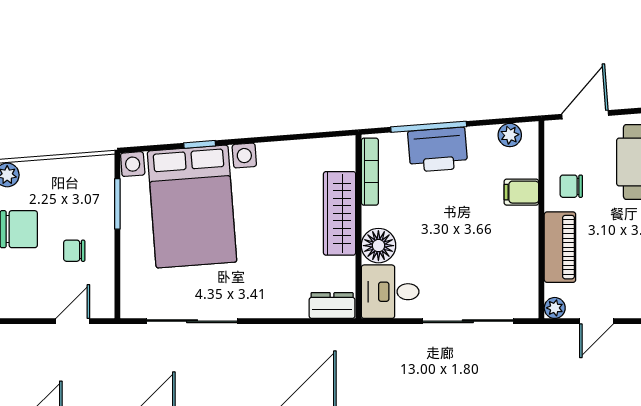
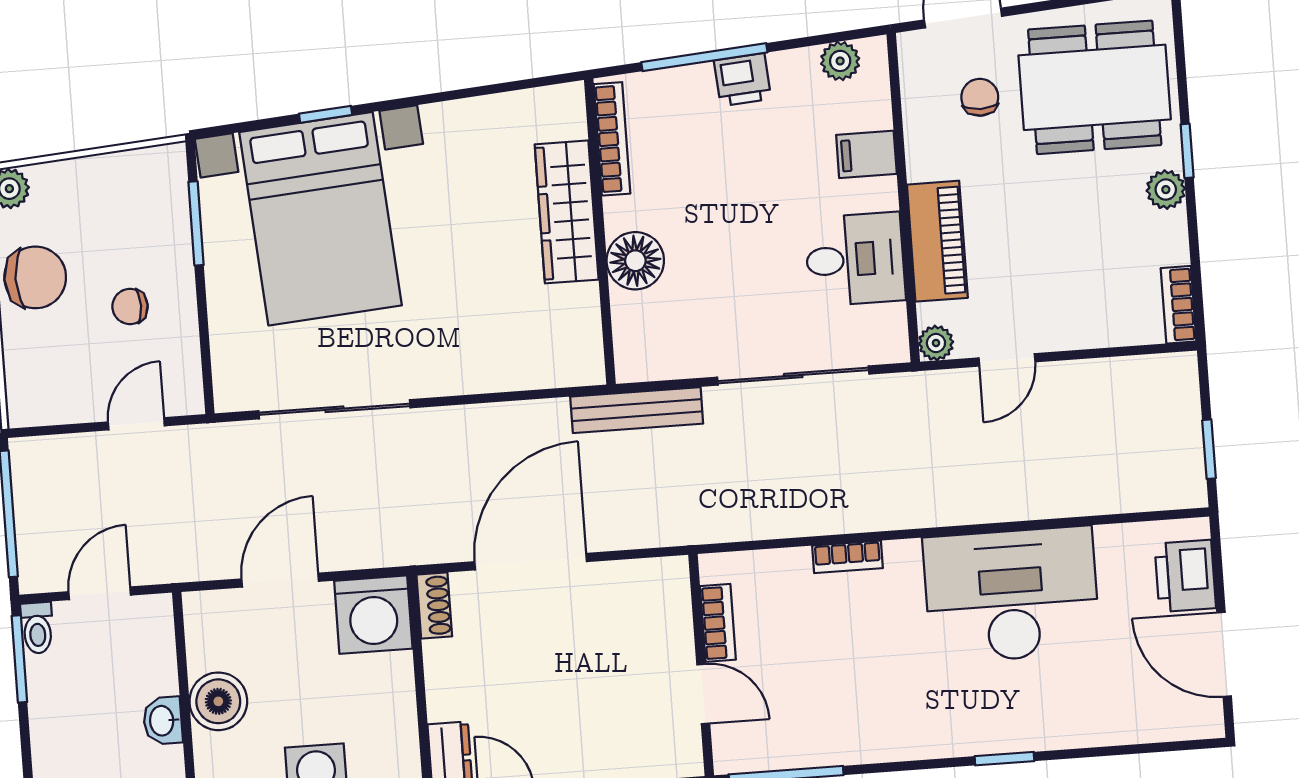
printer: (438, 150) -> (742, 80), width x0.53, depth x0.68
chair: (571, 186) -> (980, 97), moved, turned 90
desk: (390, 292) -> (855, 259), moved, turned 180
dresser: (332, 306) -> (565, 366), removed
bench: (373, 335) -> (637, 410), added

